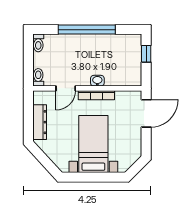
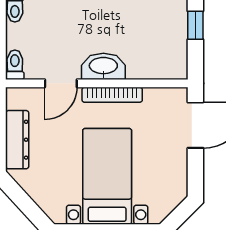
washbasin: (97, 81) -> (103, 66), width x1.91, depth x1.45

